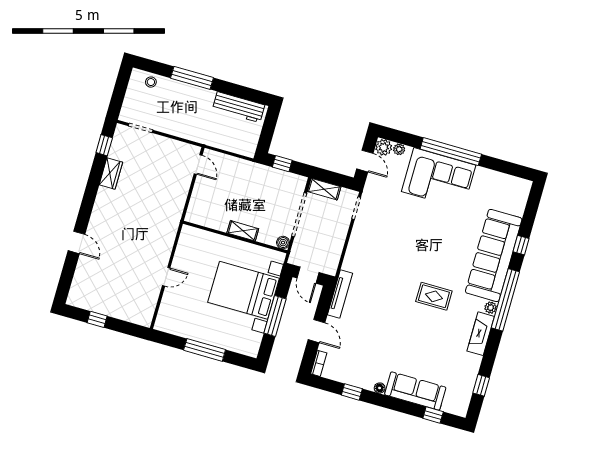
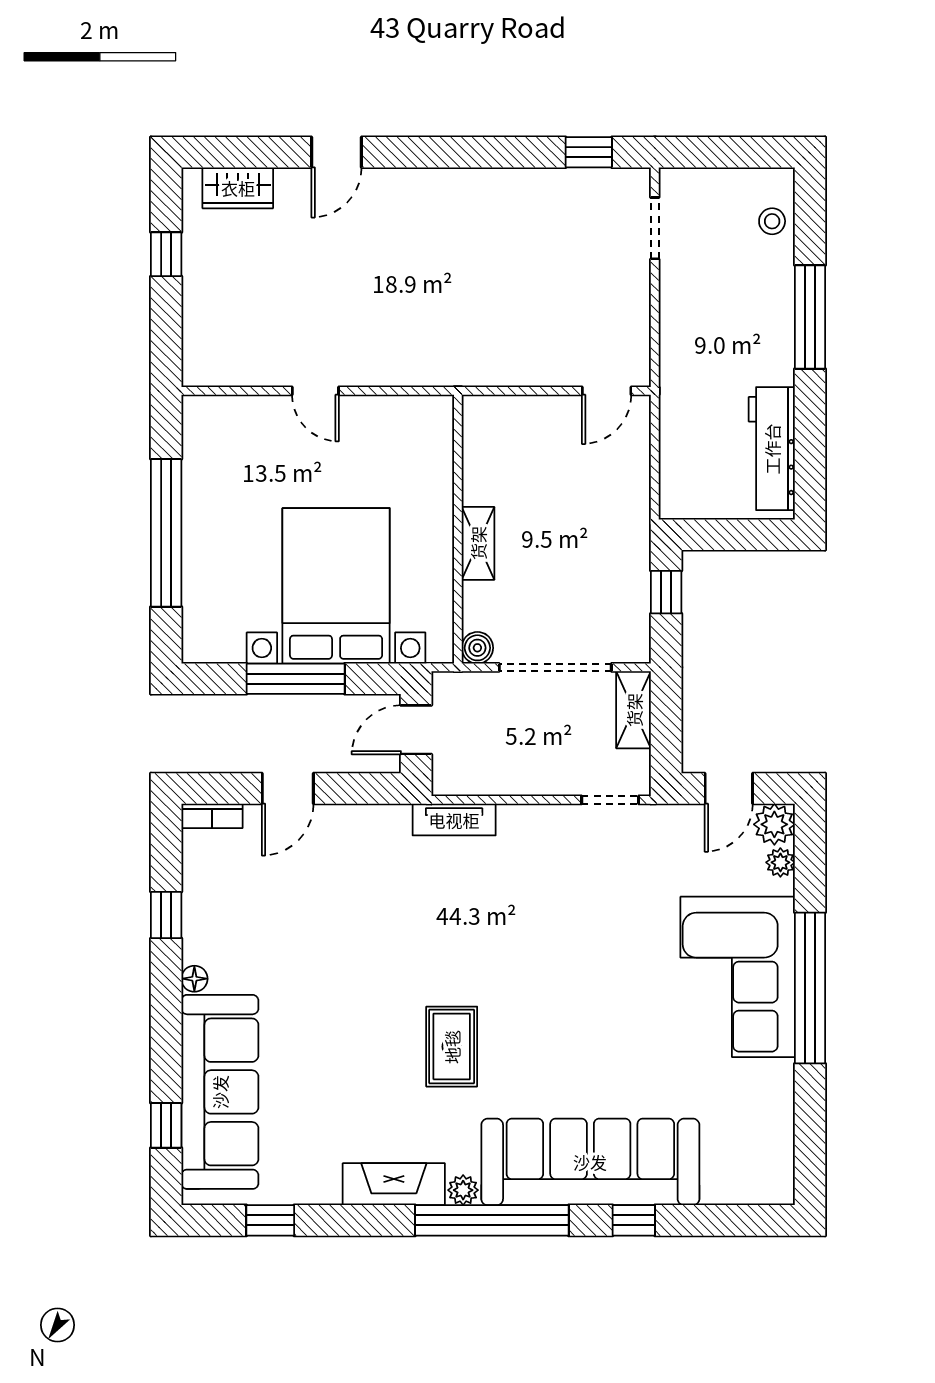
wardrobe: (111, 173) -> (238, 188), moved
tv unit: (340, 294) -> (454, 820), moved, width x0.71
window: (205, 350) -> (166, 533), width x1.46
sofa: (415, 391) -> (220, 1092), width x1.36, depth x1.27

